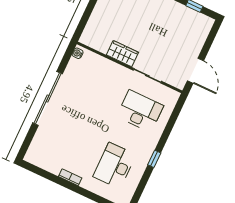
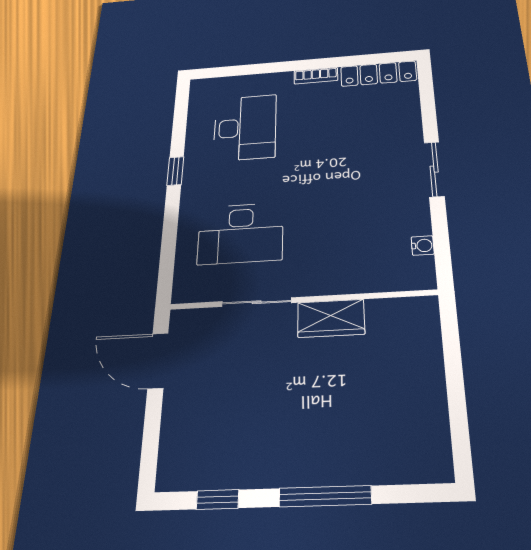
water cooler: (78, 53) -> (423, 246), moved
sliding door: (47, 98) -> (434, 169), width x0.54
locker: (43, 162) -> (378, 74), added

